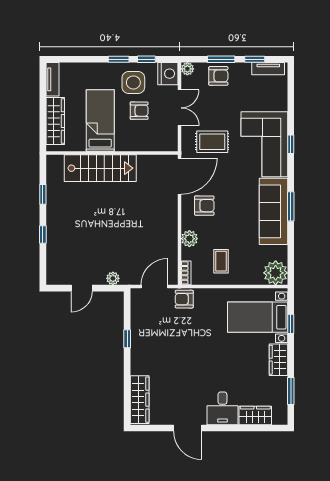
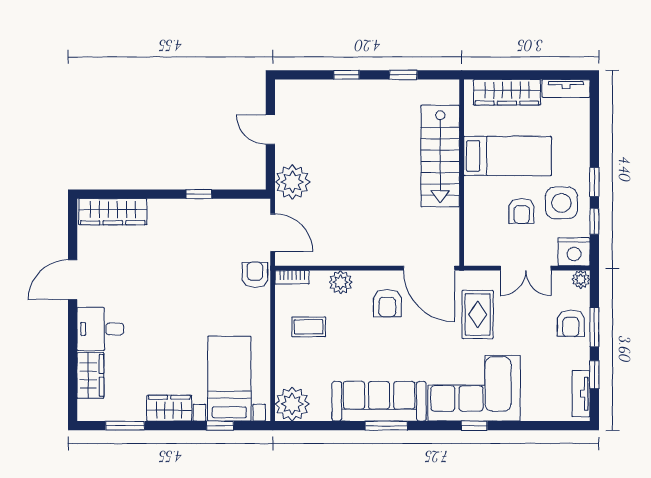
plant: (113, 278) -> (292, 182), width x1.87, depth x1.87

